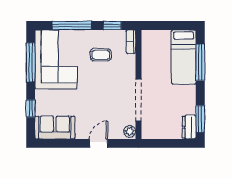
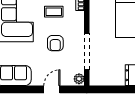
armchair: (102, 91) -> (55, 43), added

